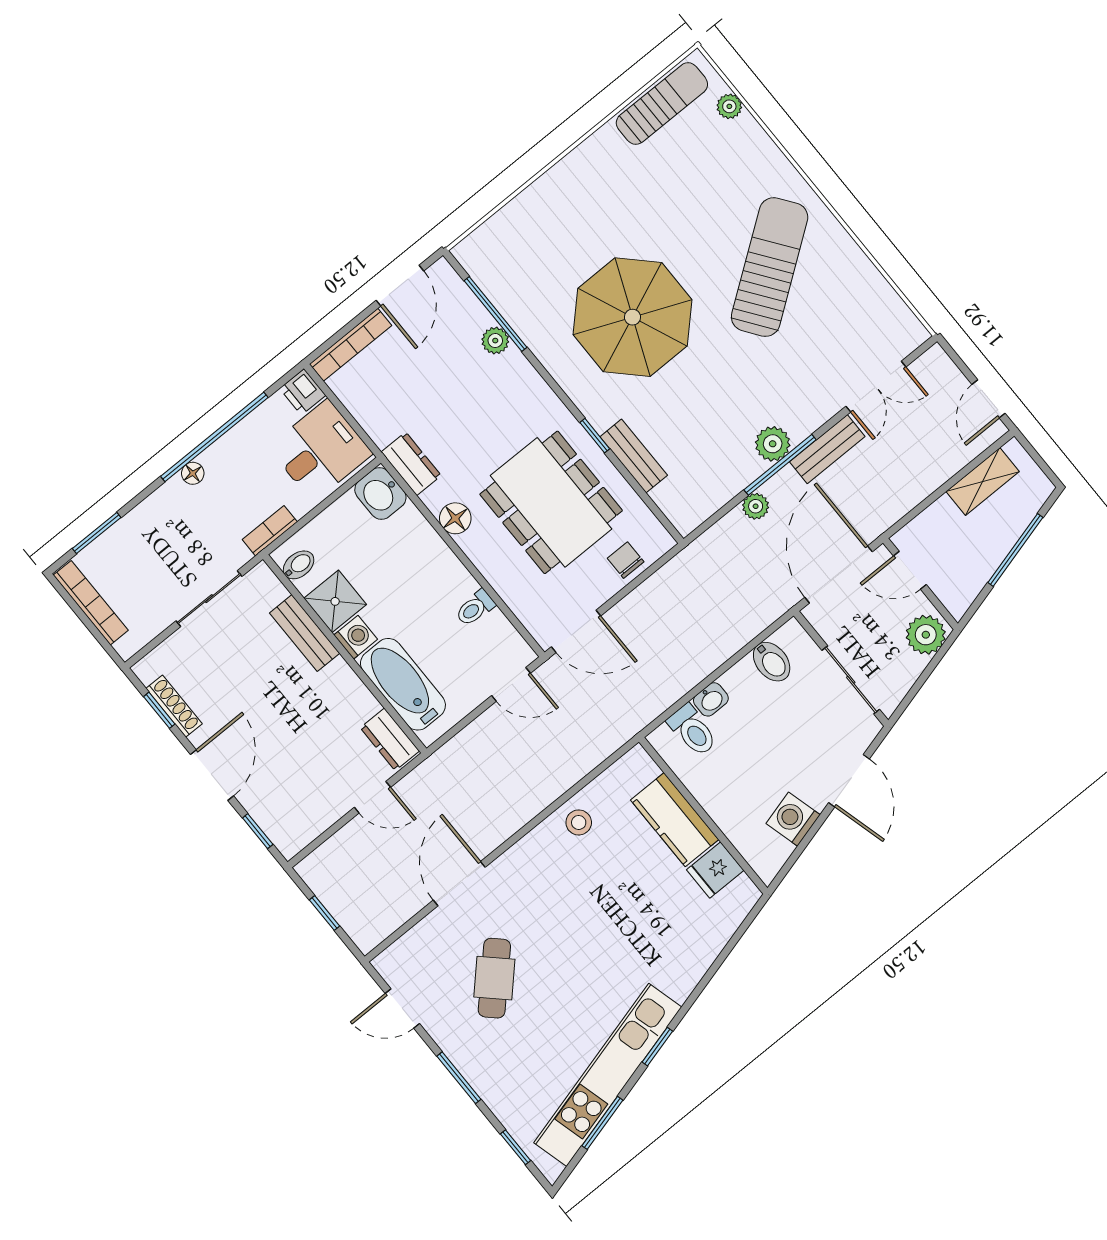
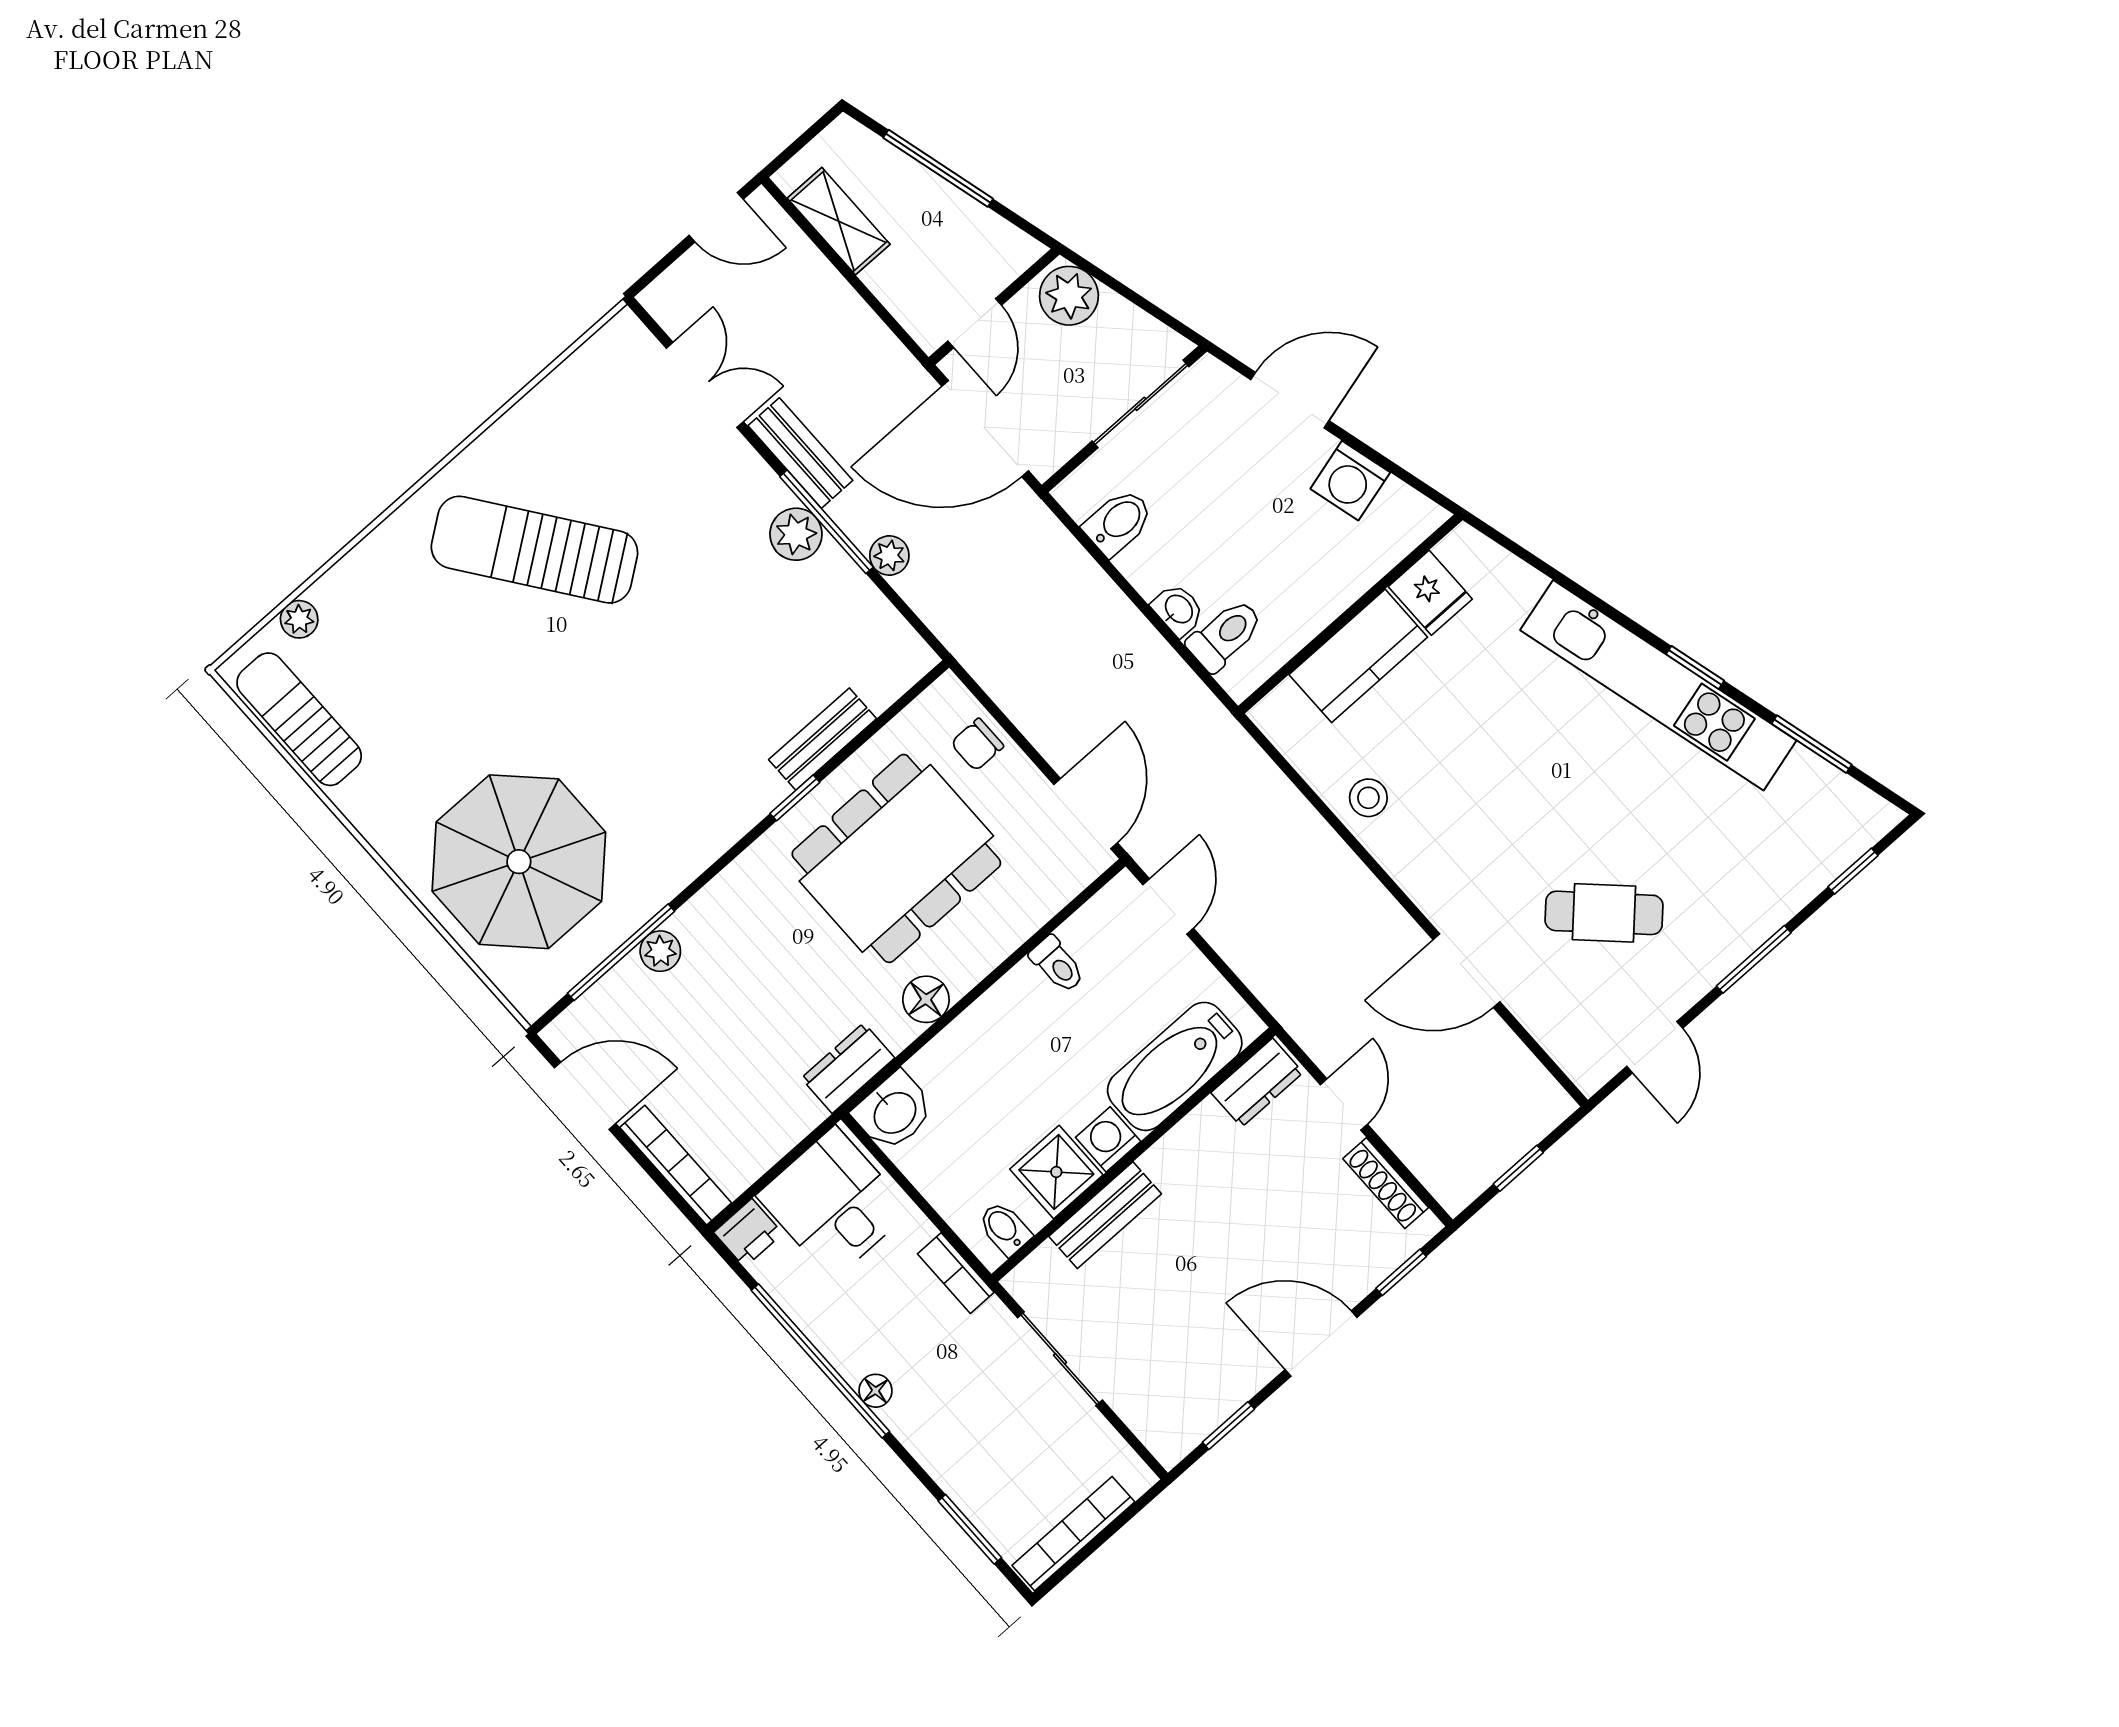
parasol: (632, 317) -> (519, 862), moved
shoe rack: (174, 706) -> (1386, 1183), moved, turned -90
kitchen unit: (608, 1075) -> (1658, 685), moved

